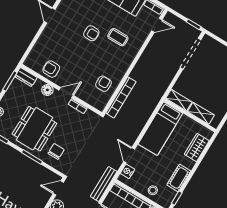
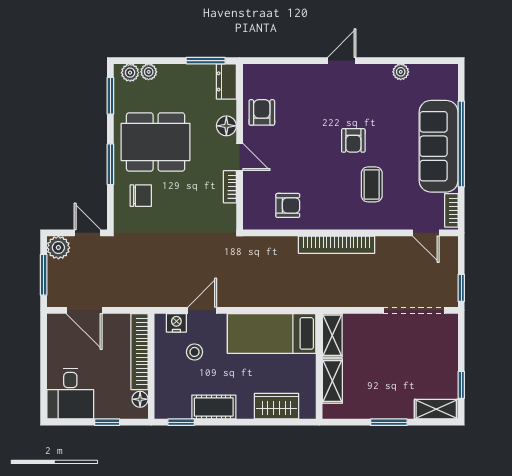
bookcase: (121, 97) -> (337, 245), moved
bench: (104, 184) -> (135, 298), removed
stool: (153, 190) -> (195, 352), moved

